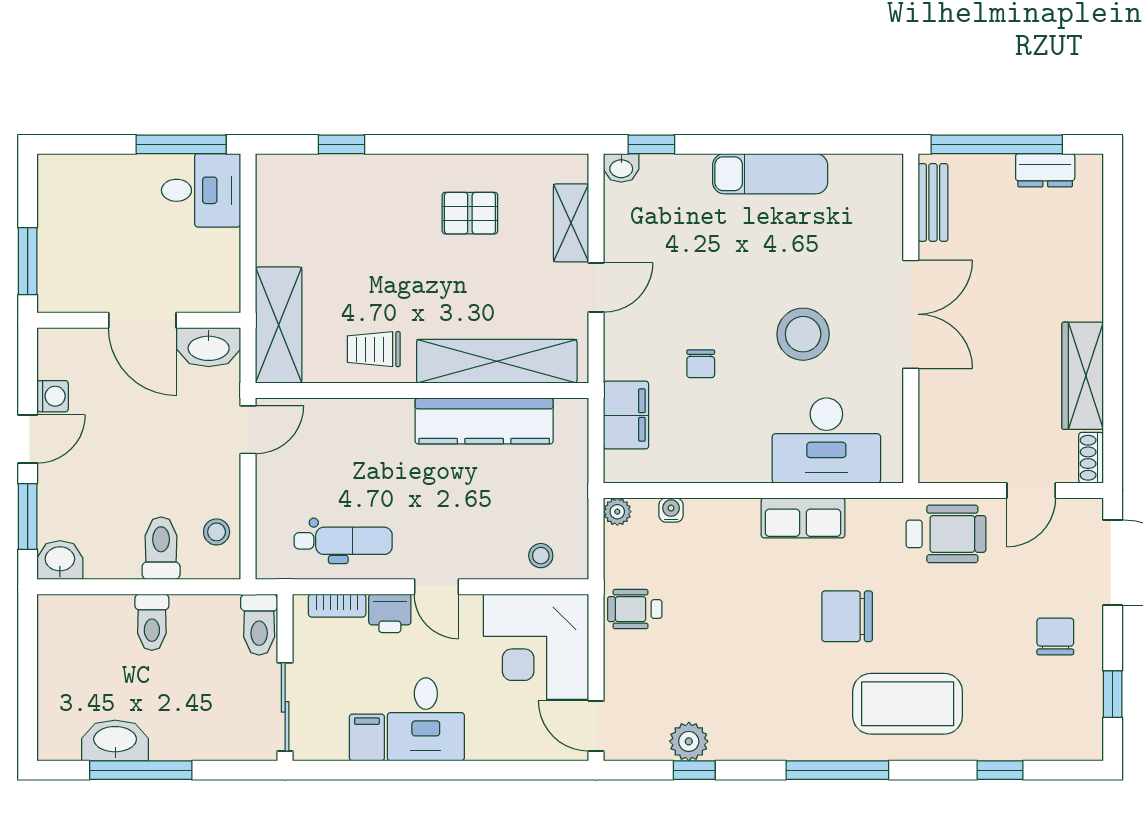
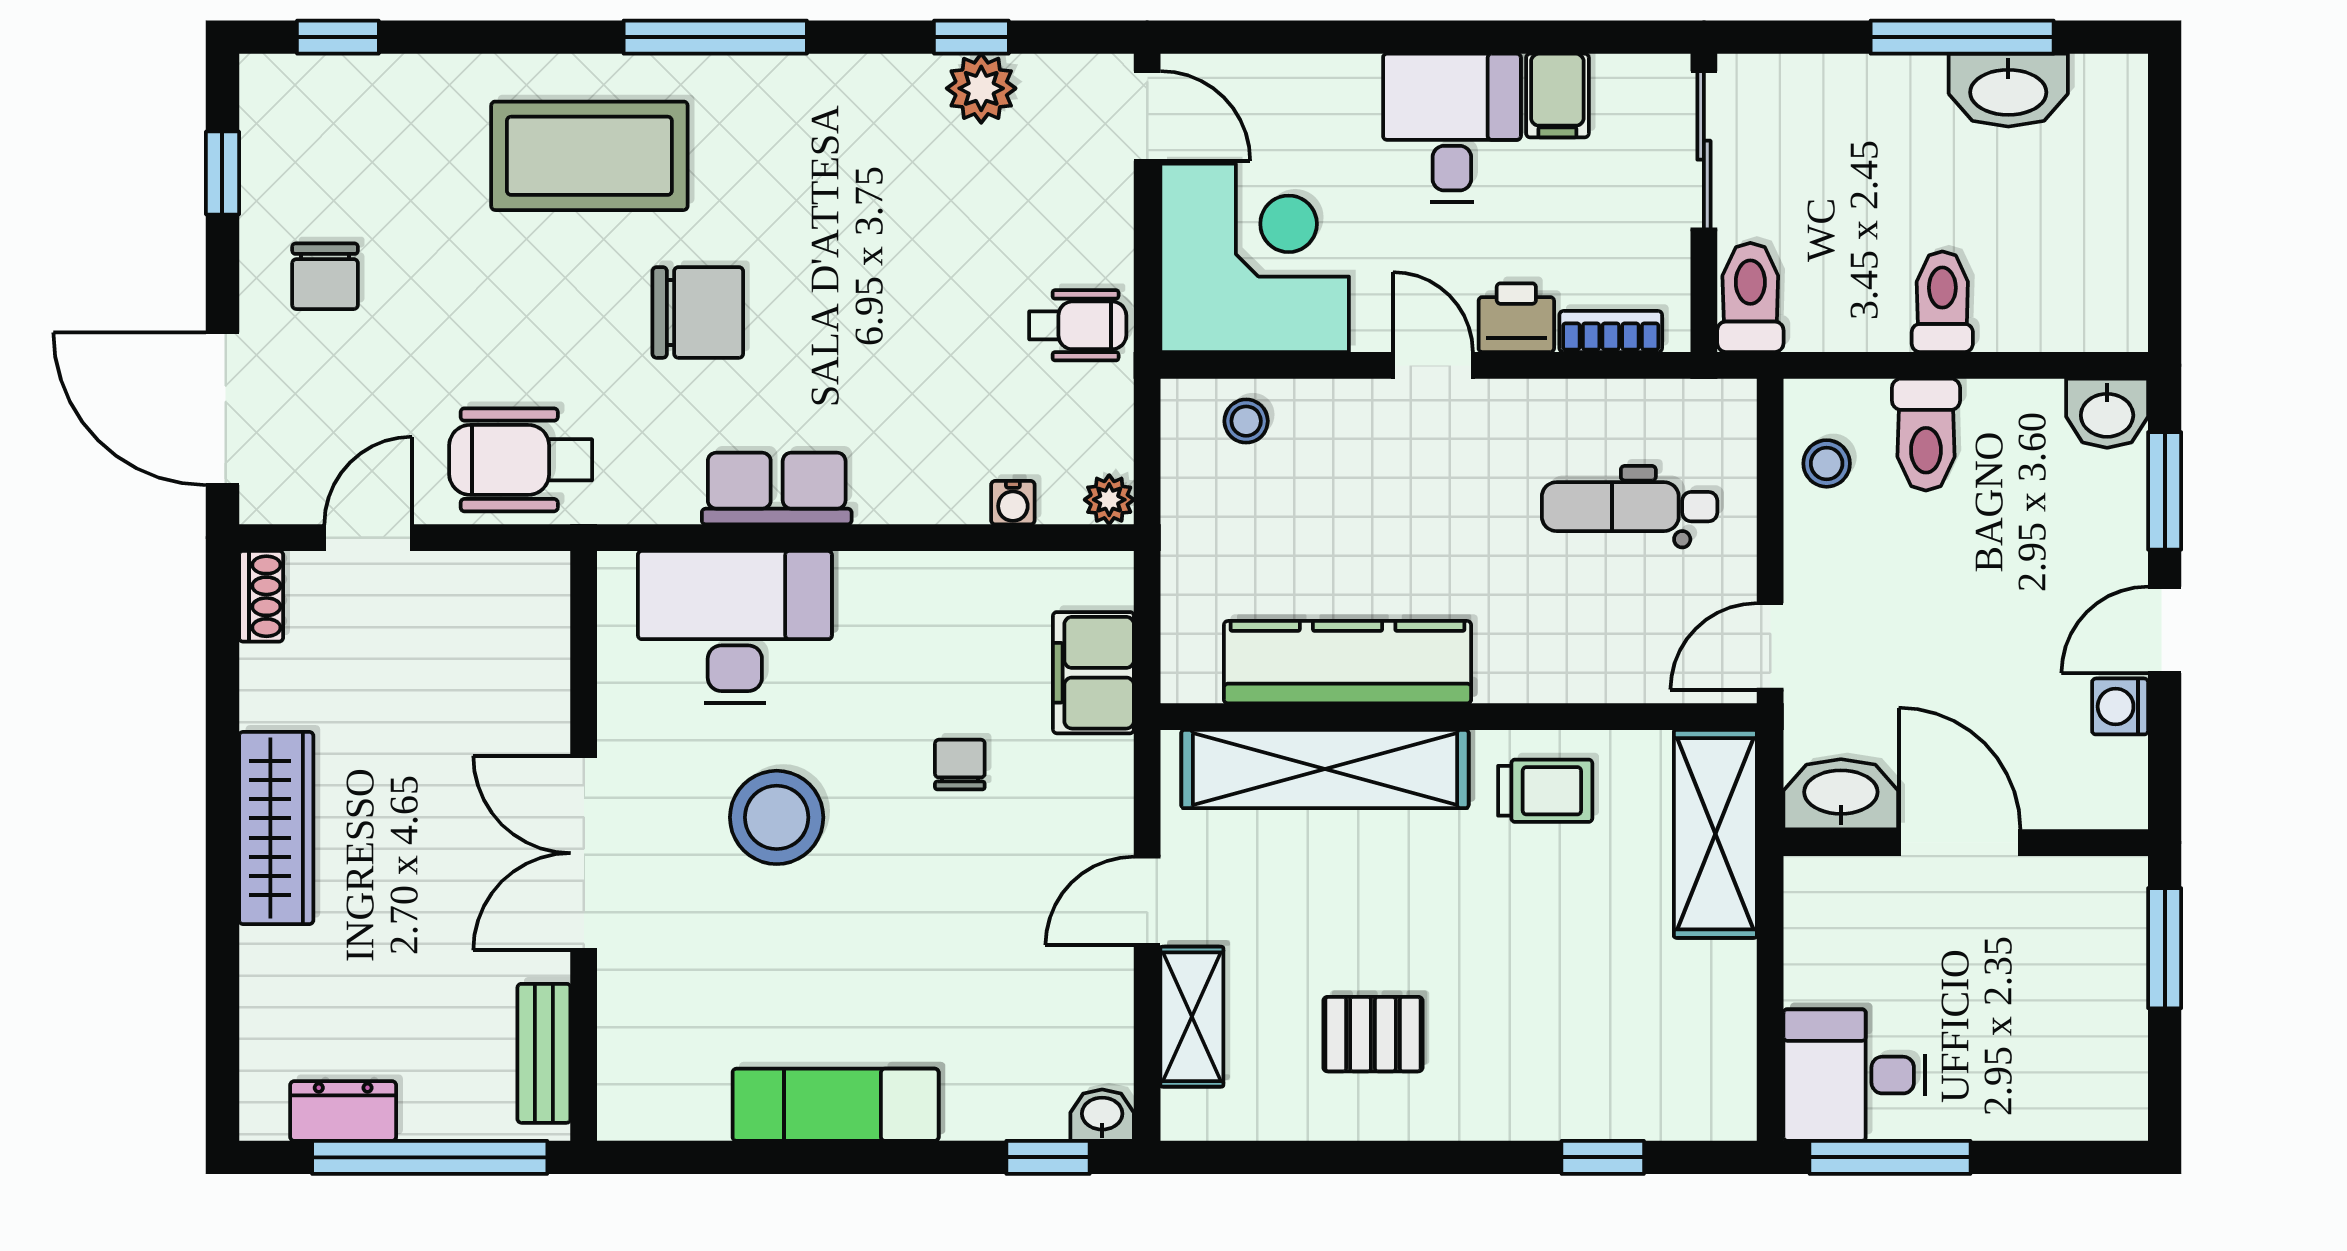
wardrobe: (1083, 376) -> (276, 828), moved
dental chair: (343, 541) -> (1630, 507), moved
window: (1000, 770) -> (338, 37), moved

